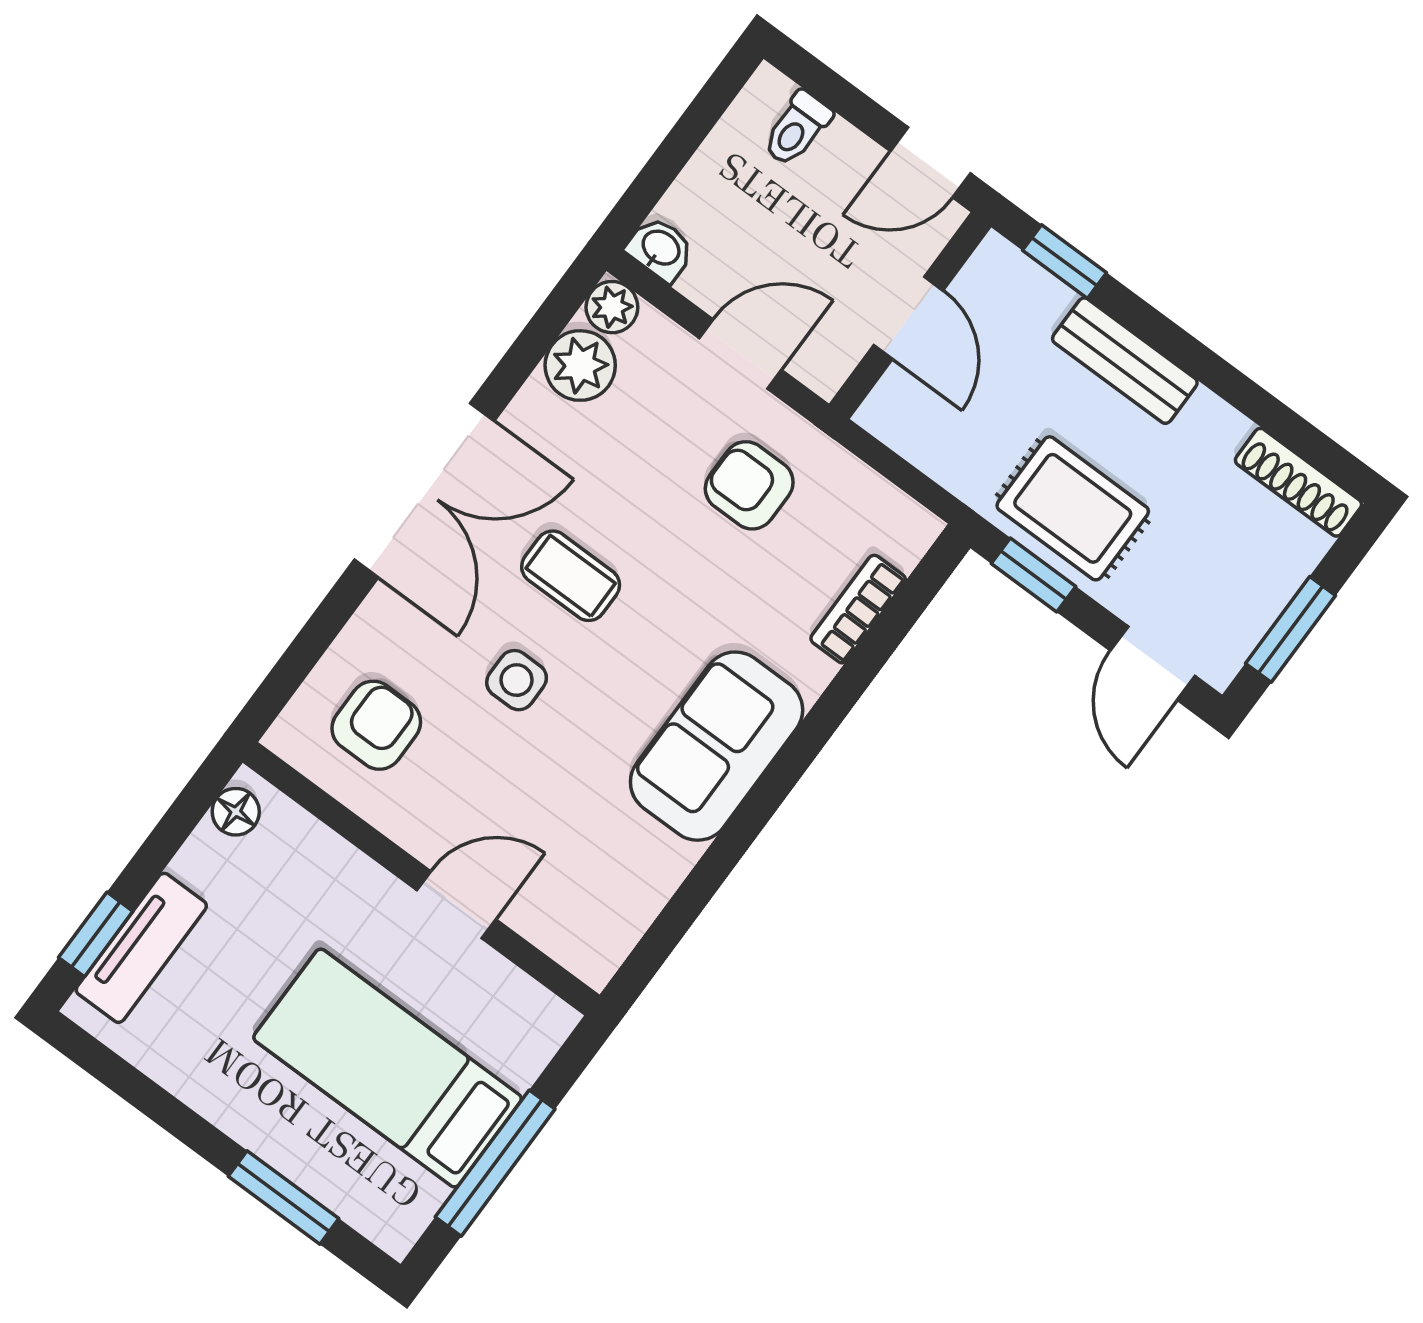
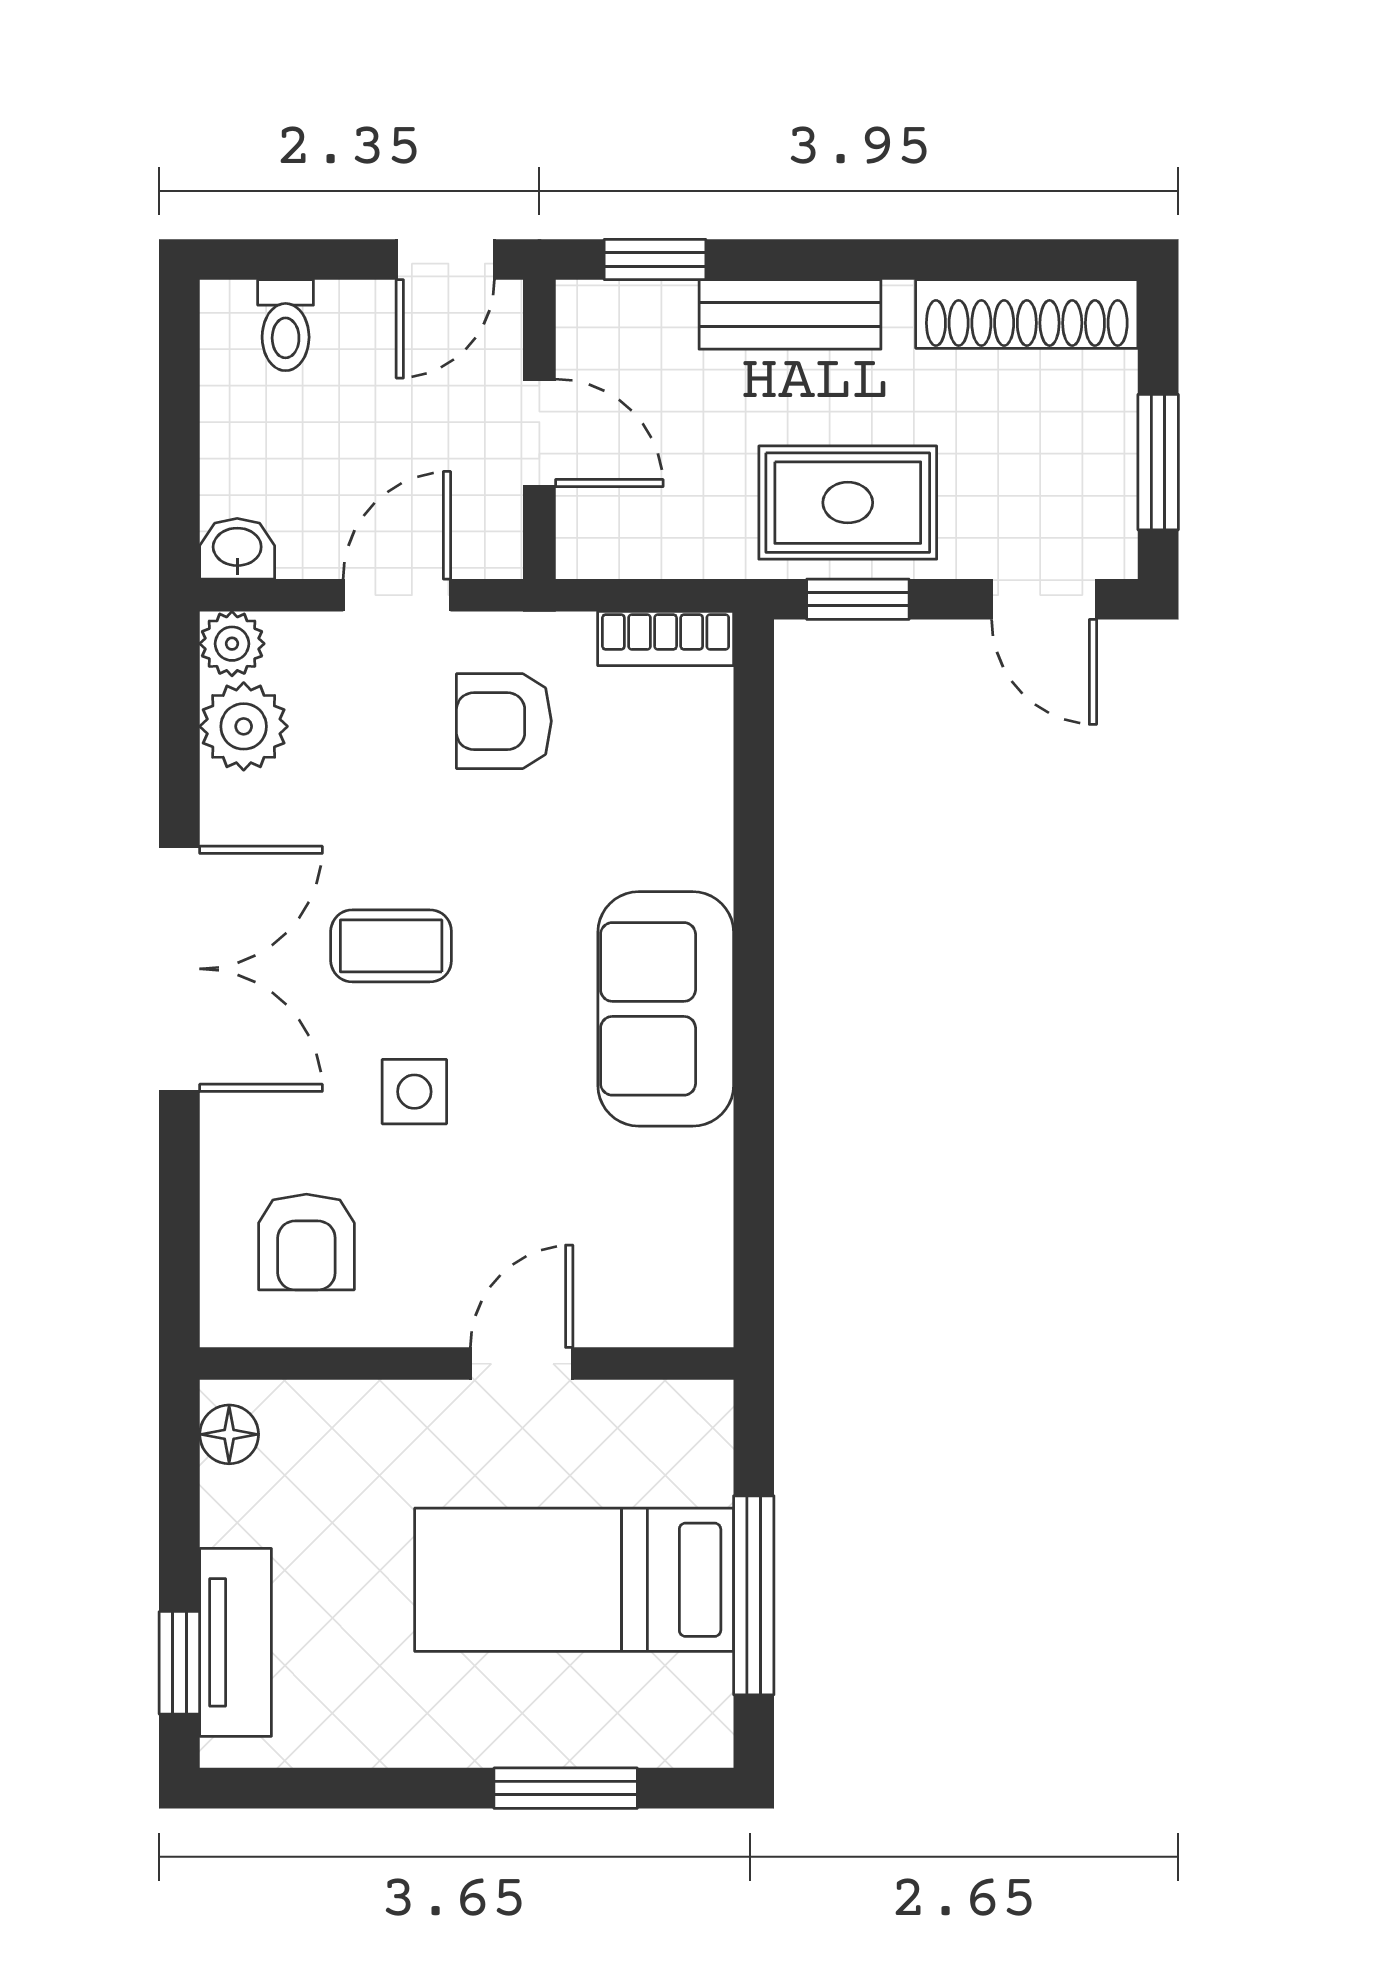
shoe rack: (1298, 482) -> (1027, 314), width x1.36, depth x1.24
bookcase: (858, 609) -> (666, 639), moved, turned -90
armchair: (376, 725) -> (306, 1242), turned 180

